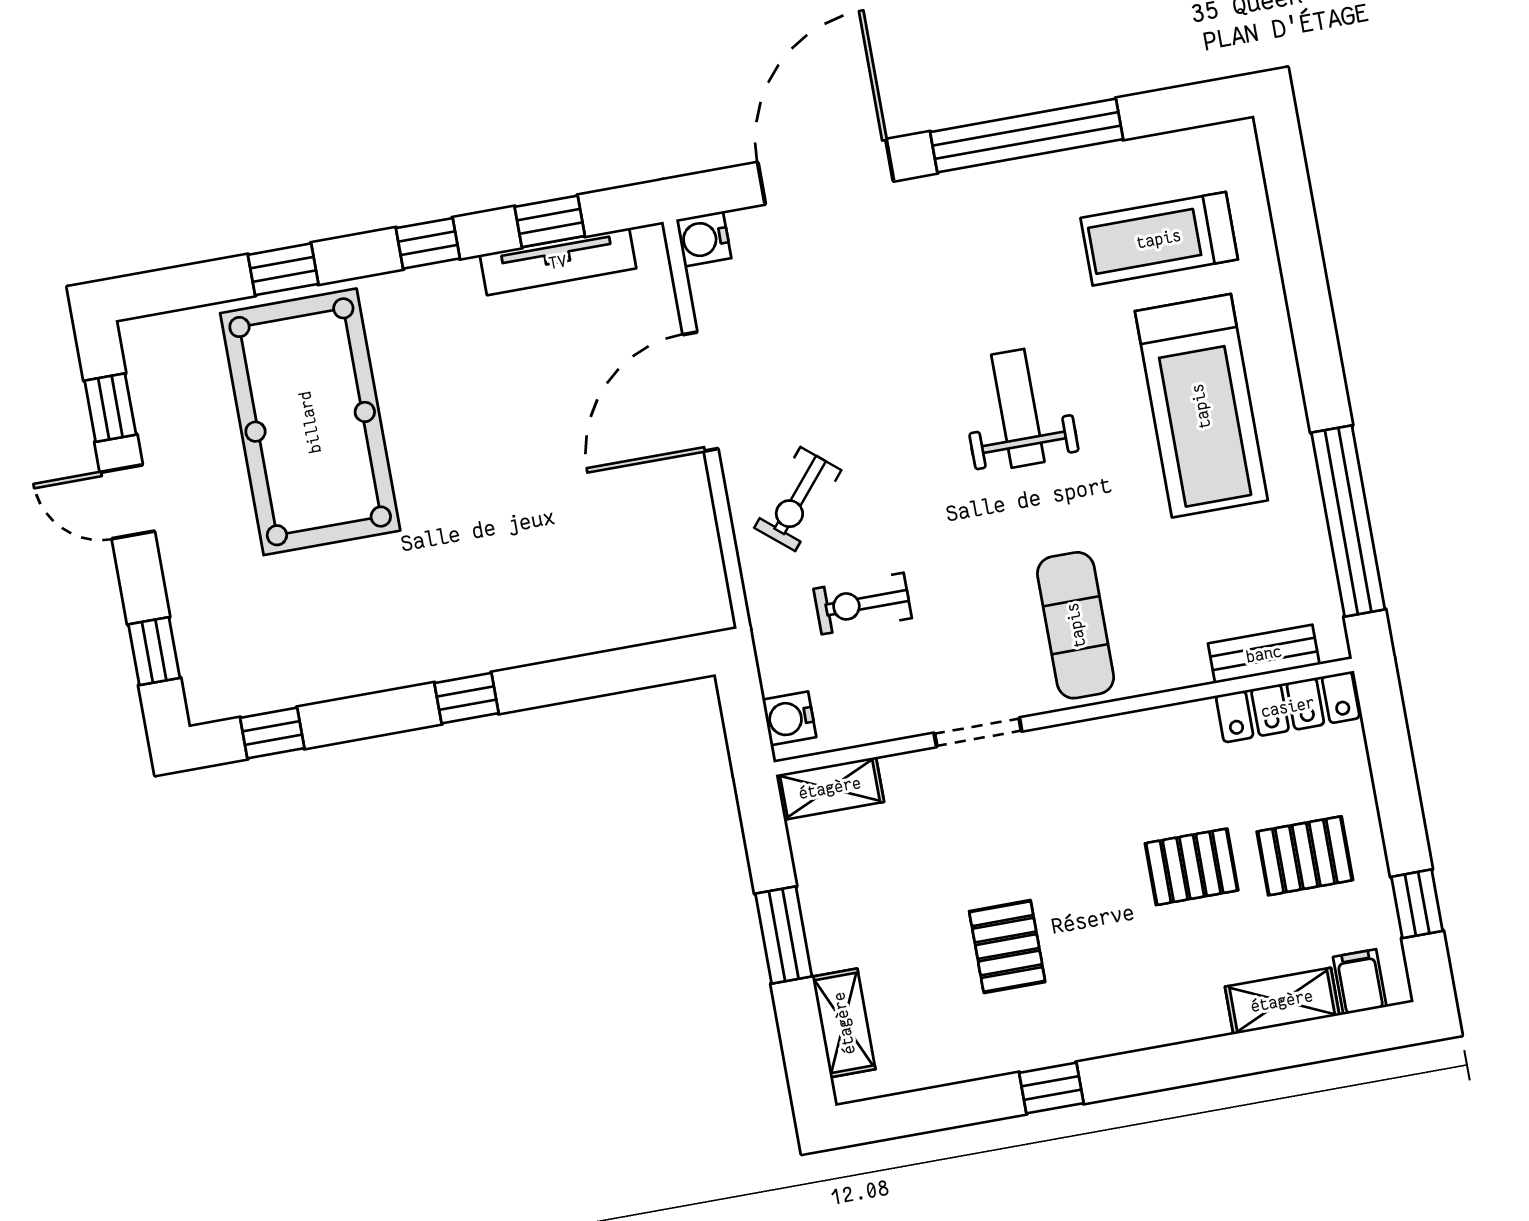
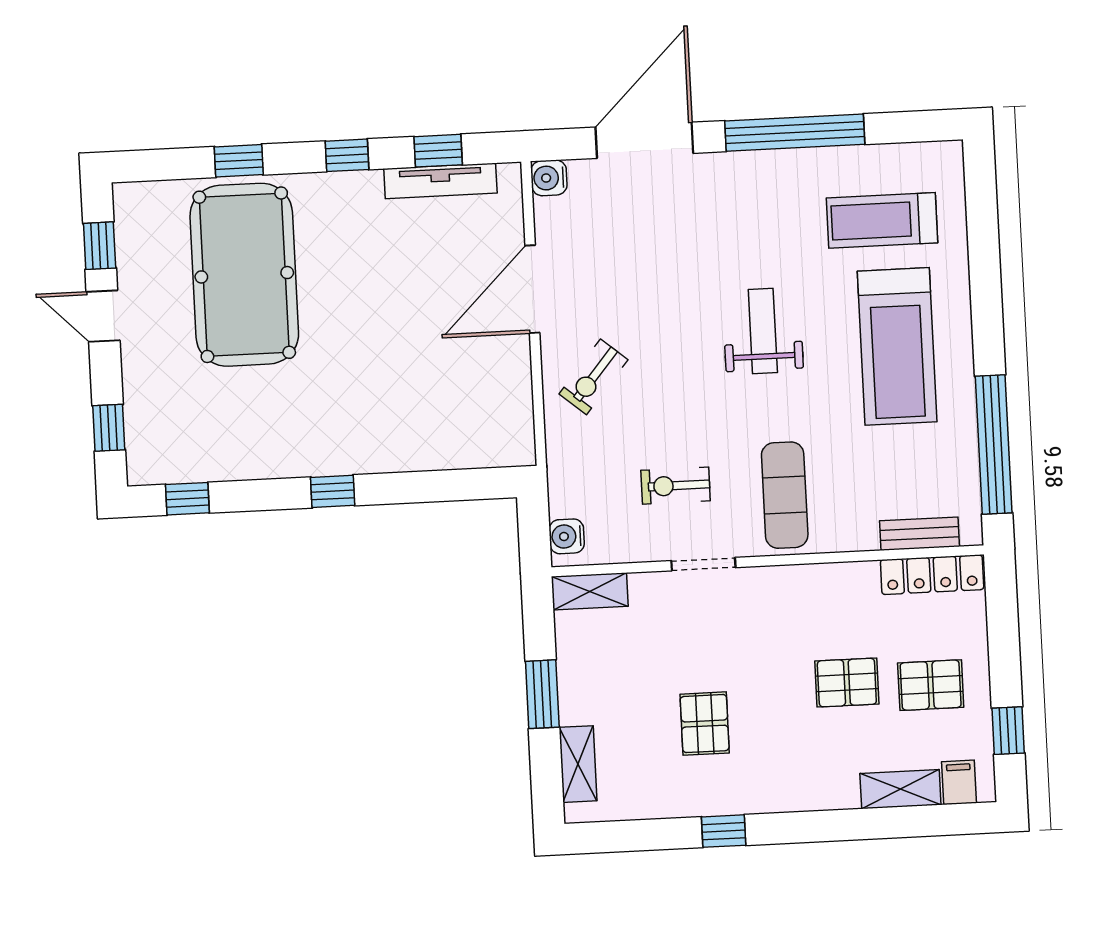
exercise bike: (863, 604) -> (676, 486), moved

